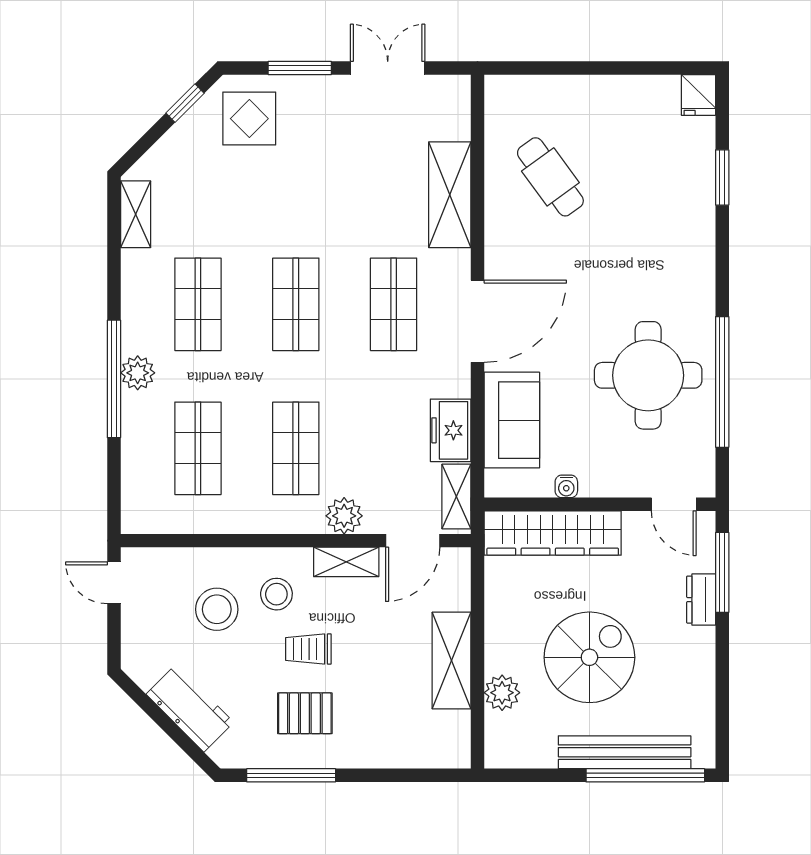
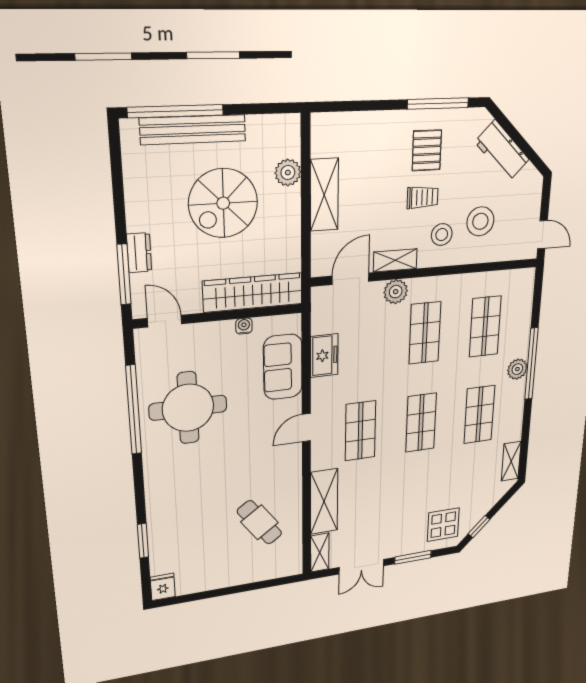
door: (478, 321) -> (306, 428), width x0.53
shelving: (456, 497) -> (320, 553), moved
pallet: (305, 713) -> (427, 150), turned 90

